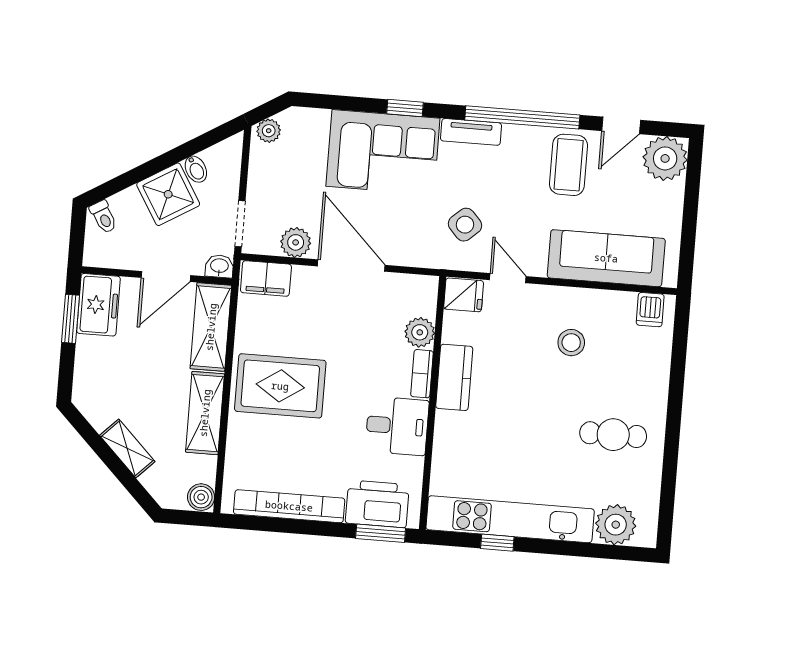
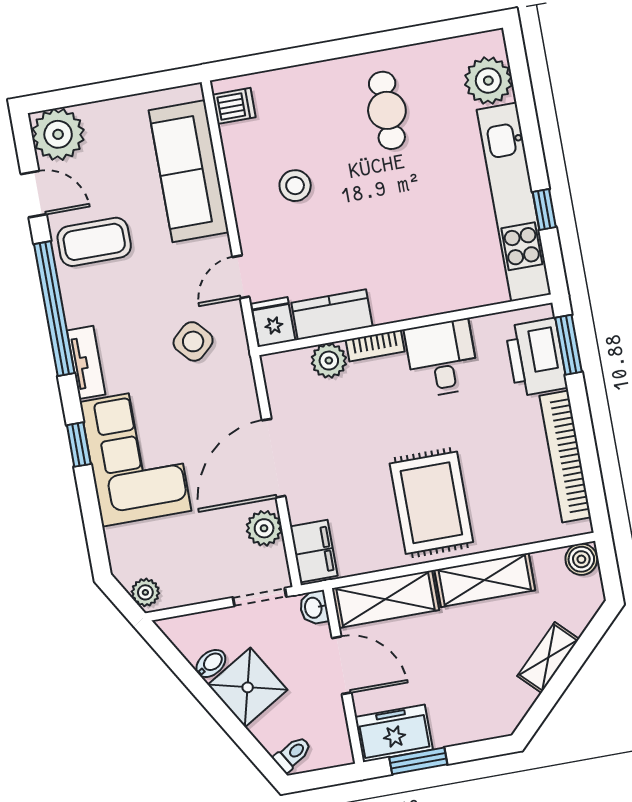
kitchen counter: (454, 377) -> (332, 315), moved

